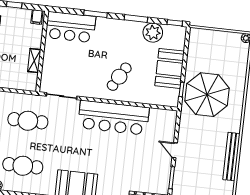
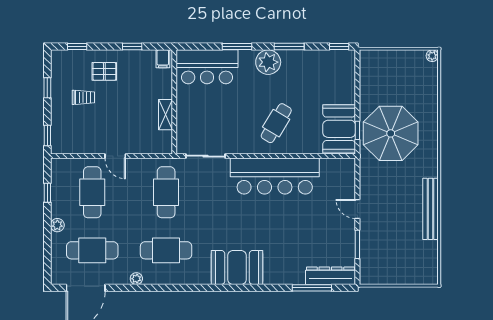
plant: (153, 33) -> (268, 62), moved
booth: (170, 68) -> (339, 129), moved
cafe table: (28, 121) -> (166, 192), turned 90

